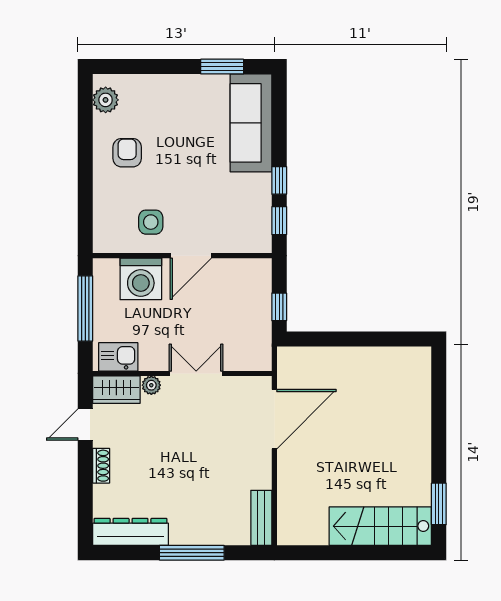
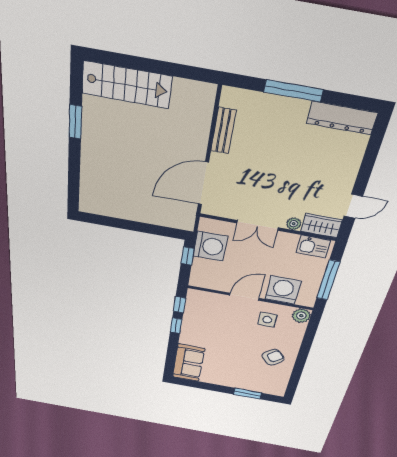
window: (222, 67) -> (247, 394), moved
plant: (106, 100) -> (301, 316), moved
sofa: (251, 123) -> (188, 363), width x0.73
armchair: (127, 153) -> (273, 357), turned -130
washing machine: (251, 329) -> (210, 246), added
shoe rack: (101, 466) -> (350, 174), removed
window: (439, 504) -> (75, 122), moved
bench: (261, 518) -> (223, 131), moved

